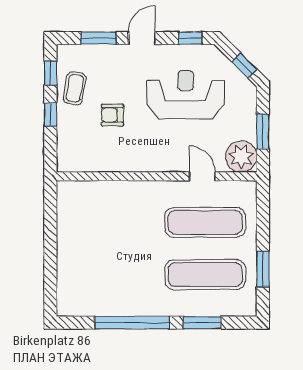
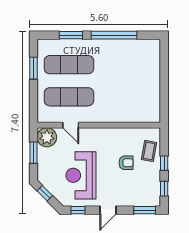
window: (99, 38) -> (145, 210), moved
coffee table: (75, 88) -> (149, 151), moved
reception desk: (186, 95) -> (81, 175), turned 90

